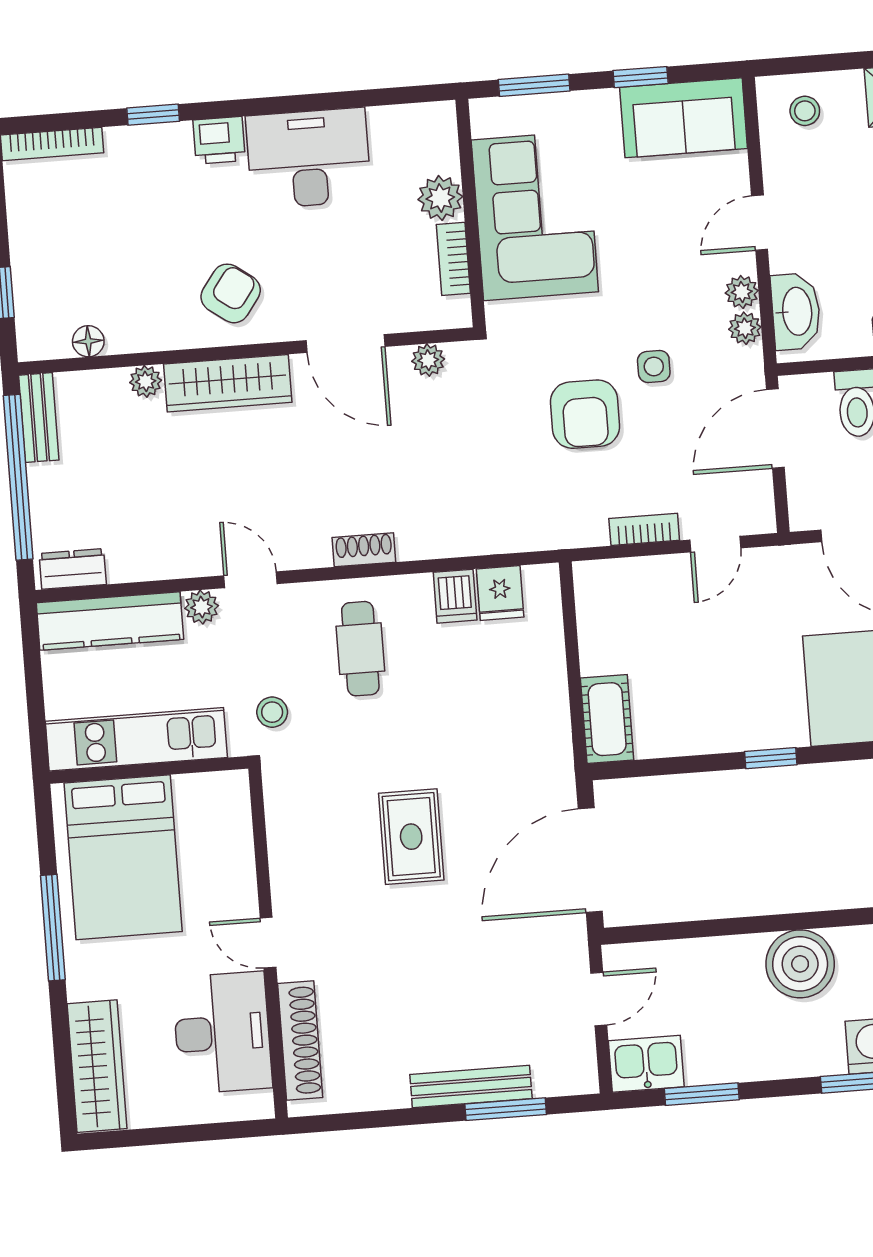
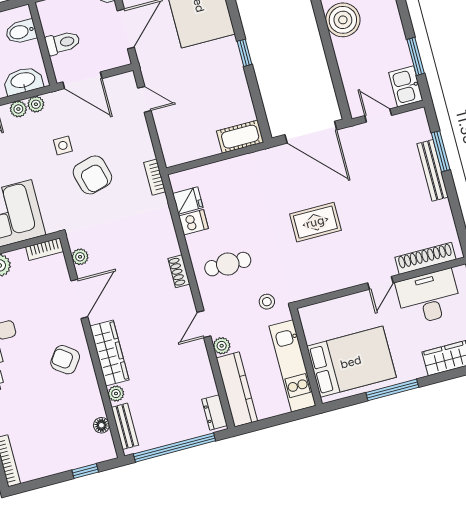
bookcase: (453, 259) -> (45, 249), moved
armchair: (585, 414) -> (92, 175), turned 75
bench: (39, 418) -> (125, 426), moved, turned 90
bookcase: (644, 529) -> (155, 177), moved

